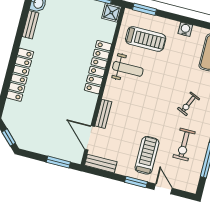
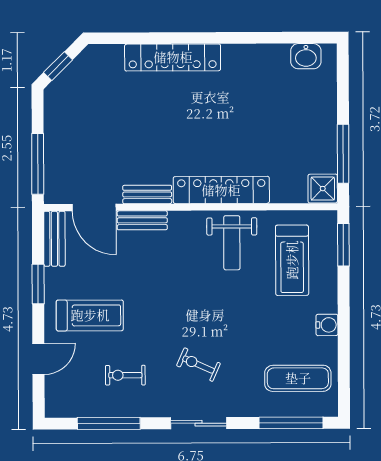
bench: (30, 25) -> (147, 194), moved
door: (90, 138) -> (94, 207), swing flipped
exercise bike: (184, 145) -> (125, 375), width x0.73, depth x0.72
window: (58, 162) -> (38, 164), width x1.44
window: (136, 182) -> (38, 284), moved

